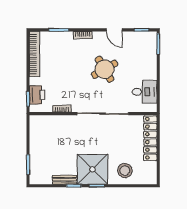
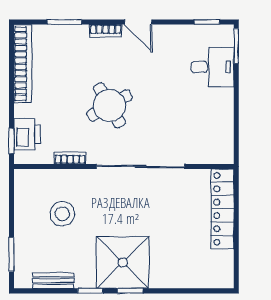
door: (114, 30) -> (138, 22), moved
round table: (105, 69) -> (109, 105), moved
desk: (145, 92) -> (212, 67), moved
stool: (125, 170) -> (62, 214), moved
bench: (64, 180) -> (53, 281), moved

